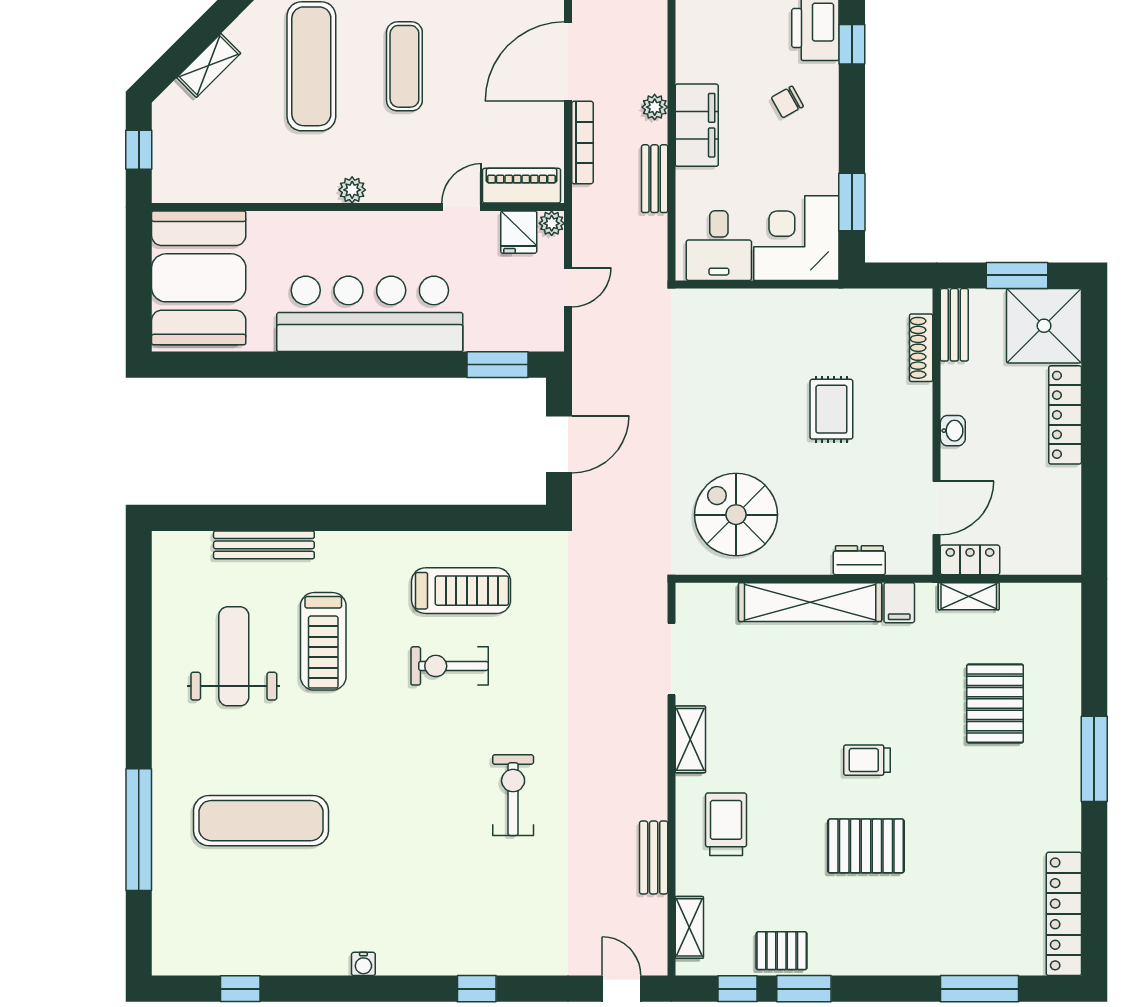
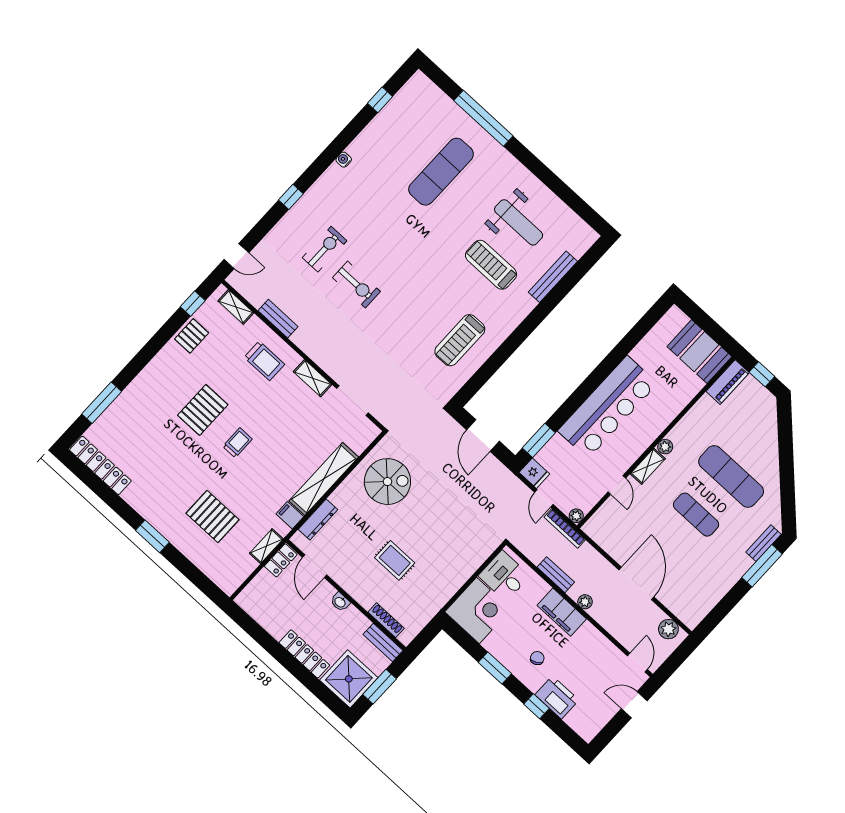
shelving: (209, 65) -> (648, 466), moved, turned 45
bookcase: (582, 143) -> (565, 528), moved
piano: (522, 186) -> (728, 382), moved
window: (852, 202) -> (495, 668), moved
fridge: (519, 232) -> (534, 473), moved, turned 180
booth: (199, 278) -> (699, 352), width x0.73, depth x0.70
dresser: (859, 560) -> (318, 520), width x1.44
exercise bike: (450, 666) -> (325, 249), moved
window: (1094, 759) -> (152, 536), width x0.69
window: (804, 989) -> (168, 331), removed

